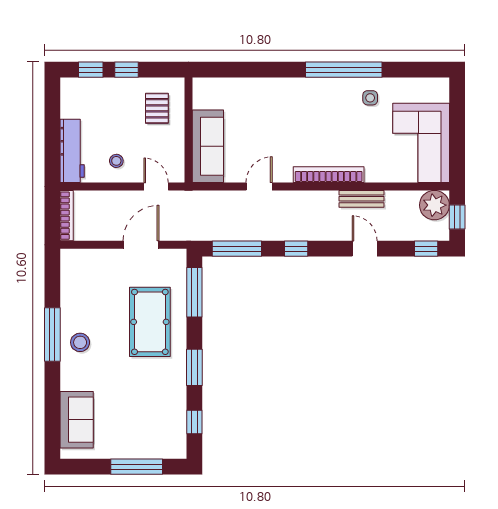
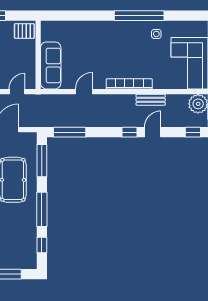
pallet: (157, 108) -> (24, 31), moved, turned 90
door: (156, 186) -> (17, 92), hinge flipped
window: (296, 249) -> (130, 132), moved
door: (365, 249) -> (153, 132), hinge flipped
window: (194, 367) -> (42, 209), width x1.44

